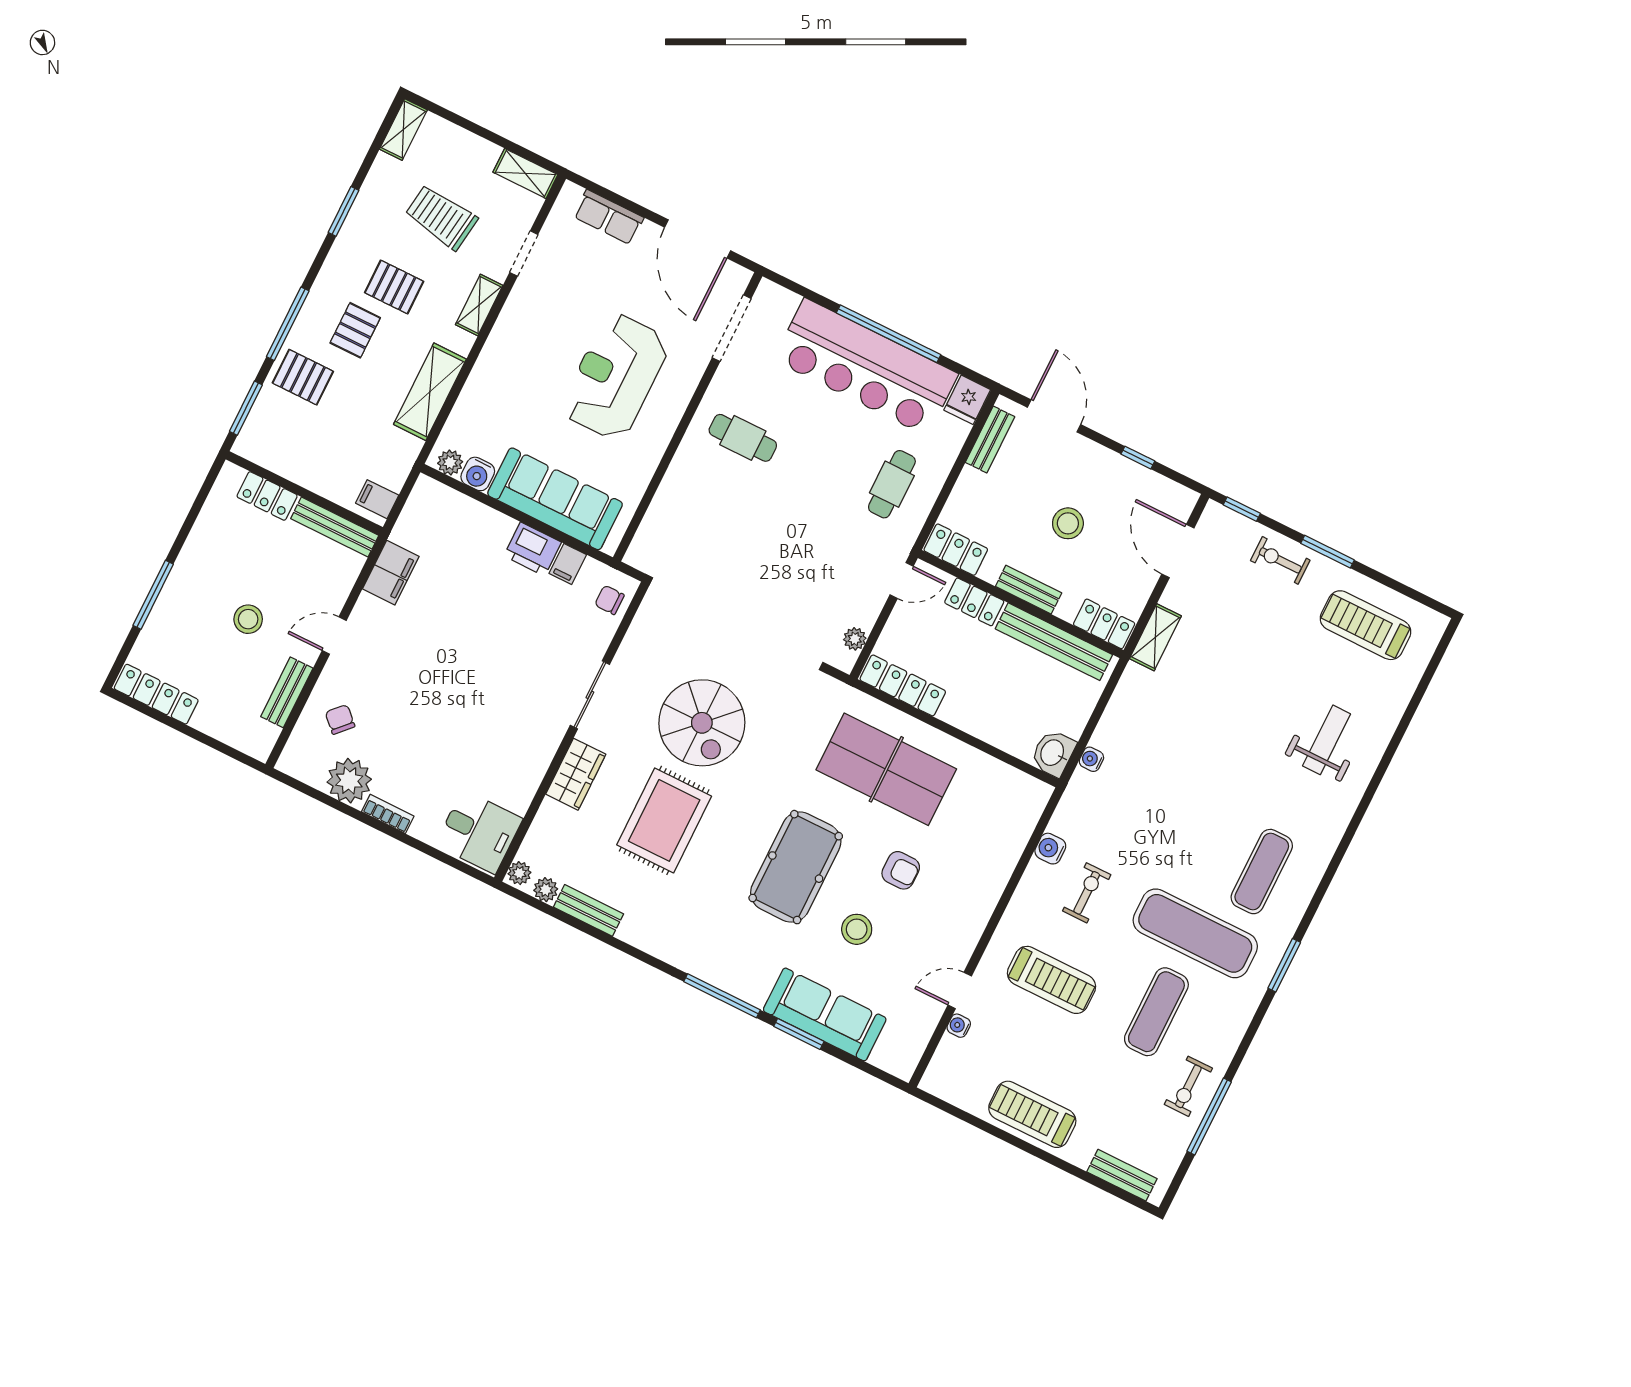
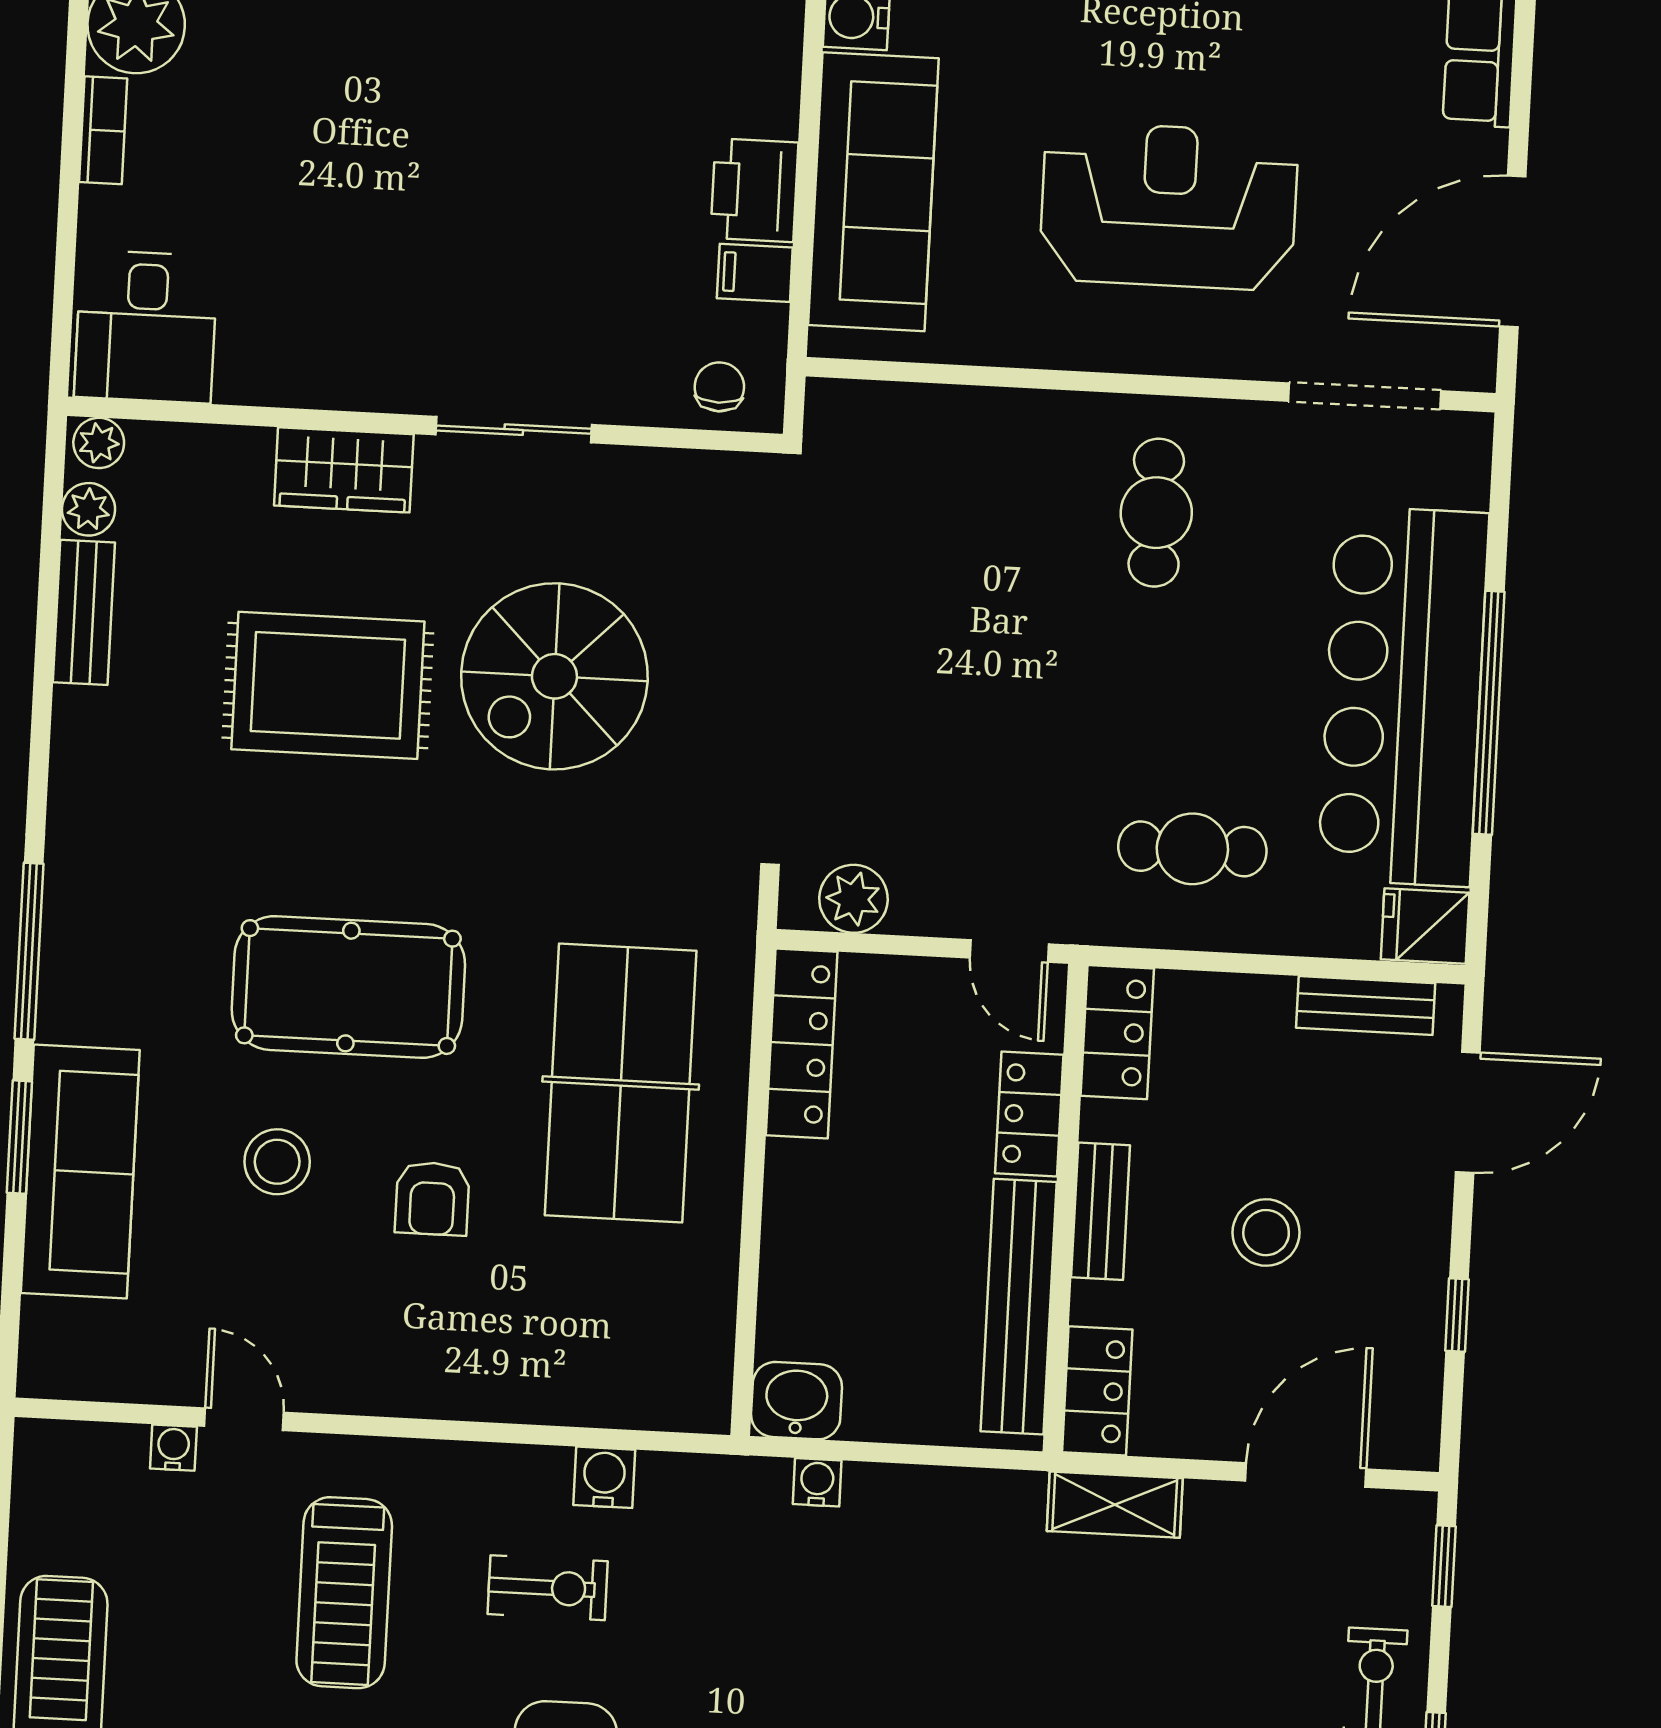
plant: (855, 639) -> (853, 899), width x1.38, depth x1.38

